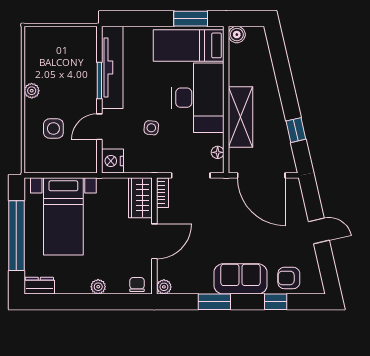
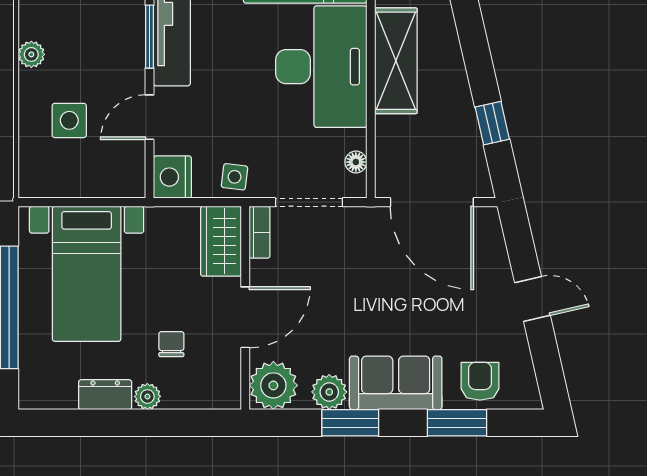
shelving: (241, 117) -> (396, 61), moved
side table: (151, 128) -> (235, 177), moved
armchair: (289, 278) -> (480, 381), turned 90
chair: (137, 284) -> (171, 344), moved
plant: (202, 284) -> (329, 392), added
dresser: (39, 286) -> (105, 395), moved
plant: (164, 287) -> (273, 385), width x1.88, depth x1.88
window: (276, 302) -> (457, 423), width x1.50

